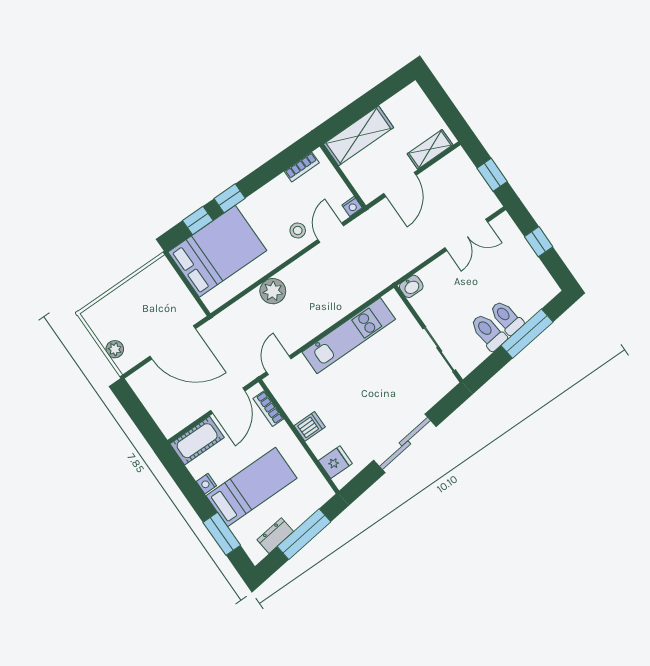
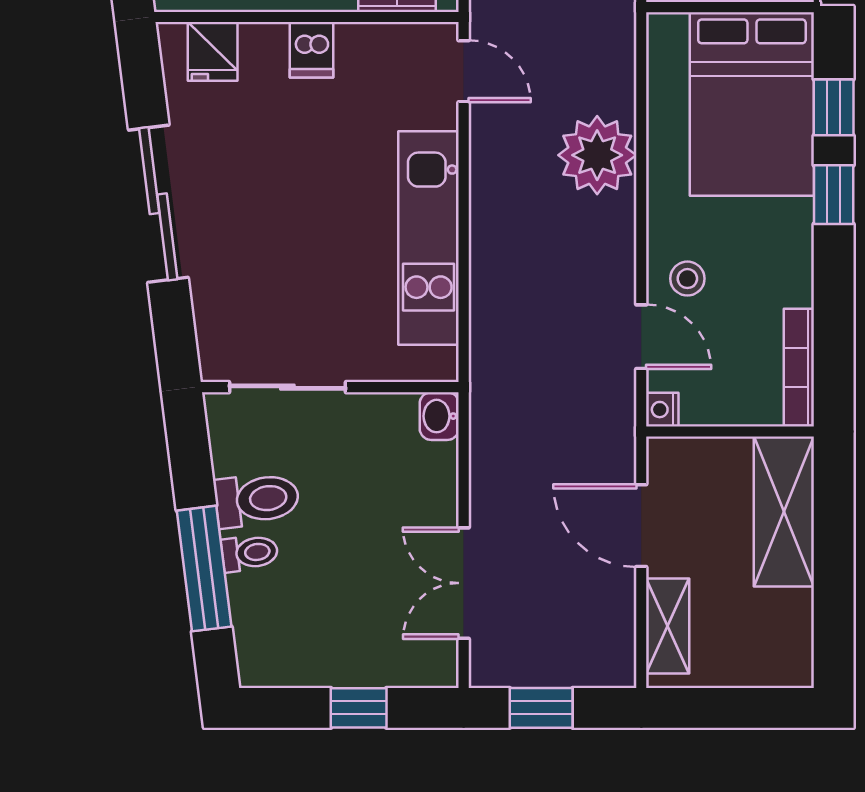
bookcase: (302, 167) -> (799, 367), width x1.56
plant: (273, 291) -> (597, 155), width x1.36, depth x1.36
toilet: (506, 317) -> (250, 553), width x0.73, depth x0.72

